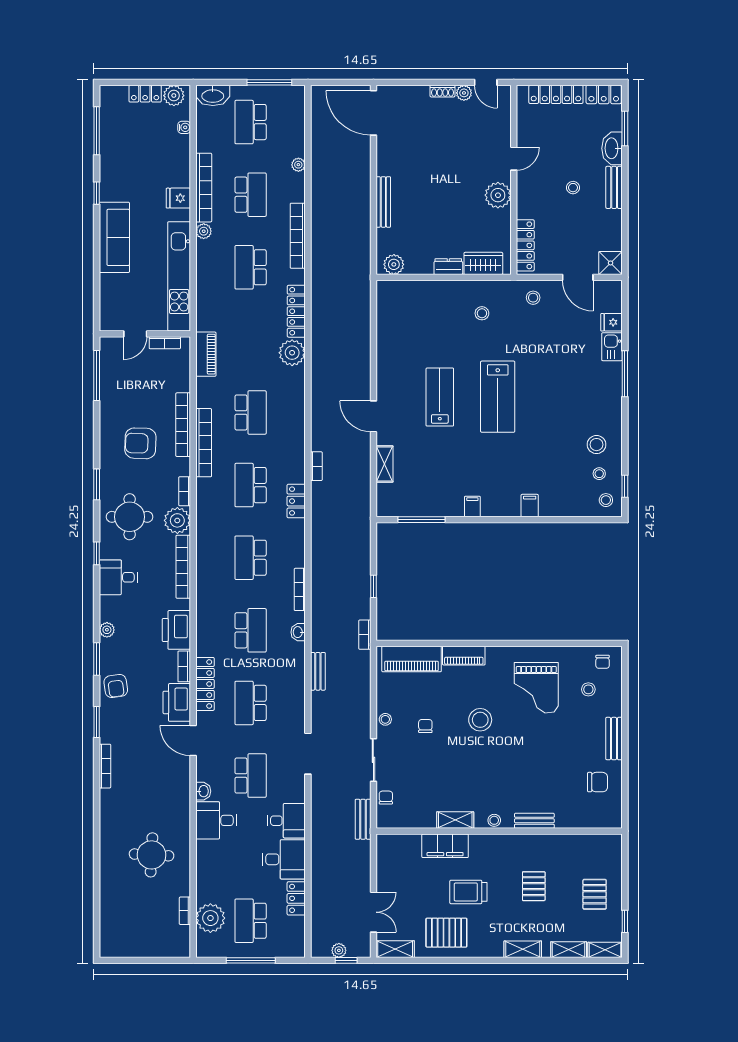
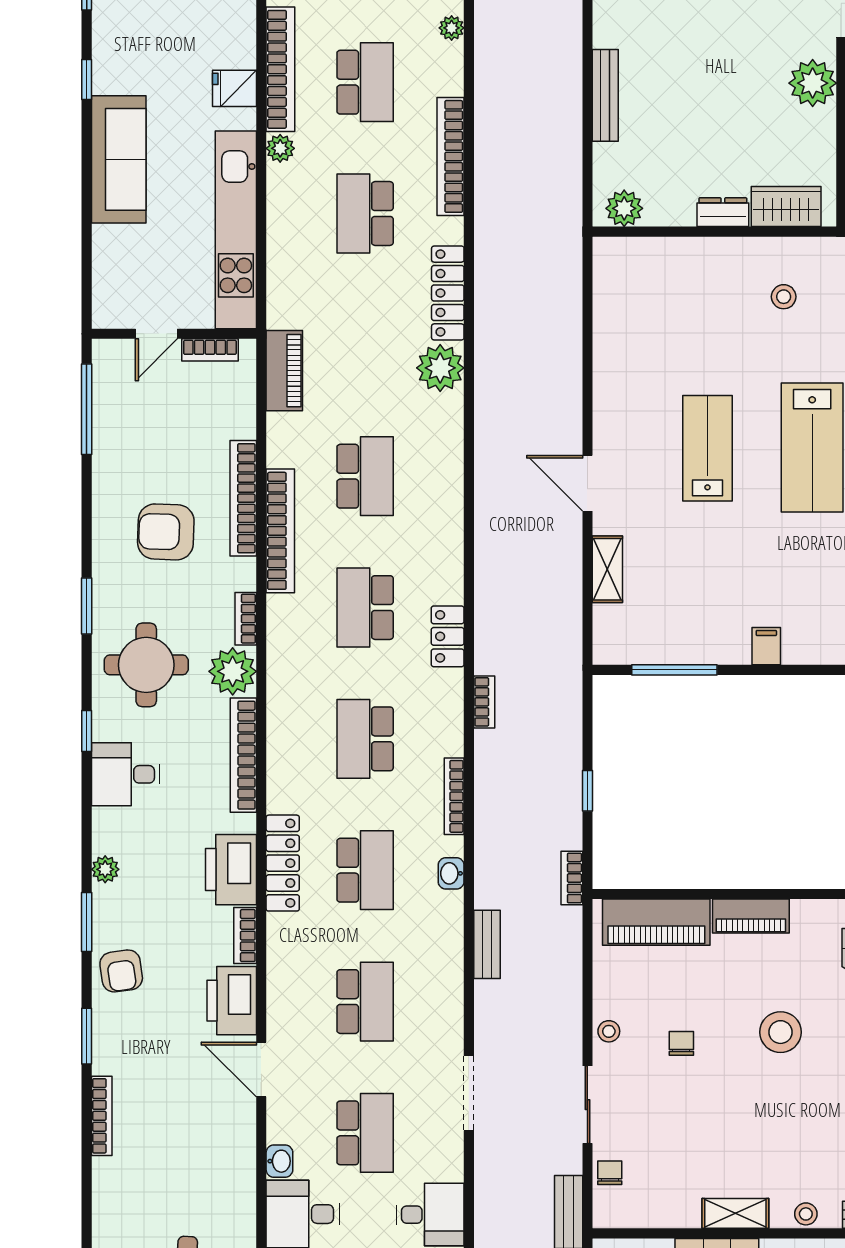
bookcase: (316, 466) -> (484, 702), moved
locker: (205, 684) -> (283, 863), moved
school desk: (251, 703) -> (365, 1002), turned 180

